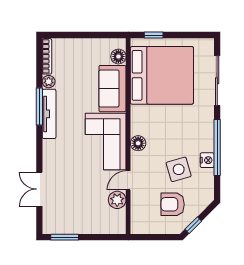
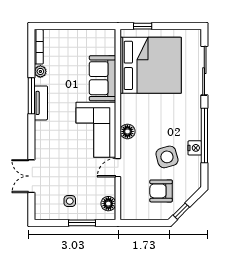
floor lamp: (118, 57) -> (108, 204), moved
tv unit: (49, 114) -> (41, 103), width x0.71
plant: (117, 200) -> (107, 187), removed
side table: (79, 215) -> (70, 201), added
window: (65, 237) -> (82, 223), moved

